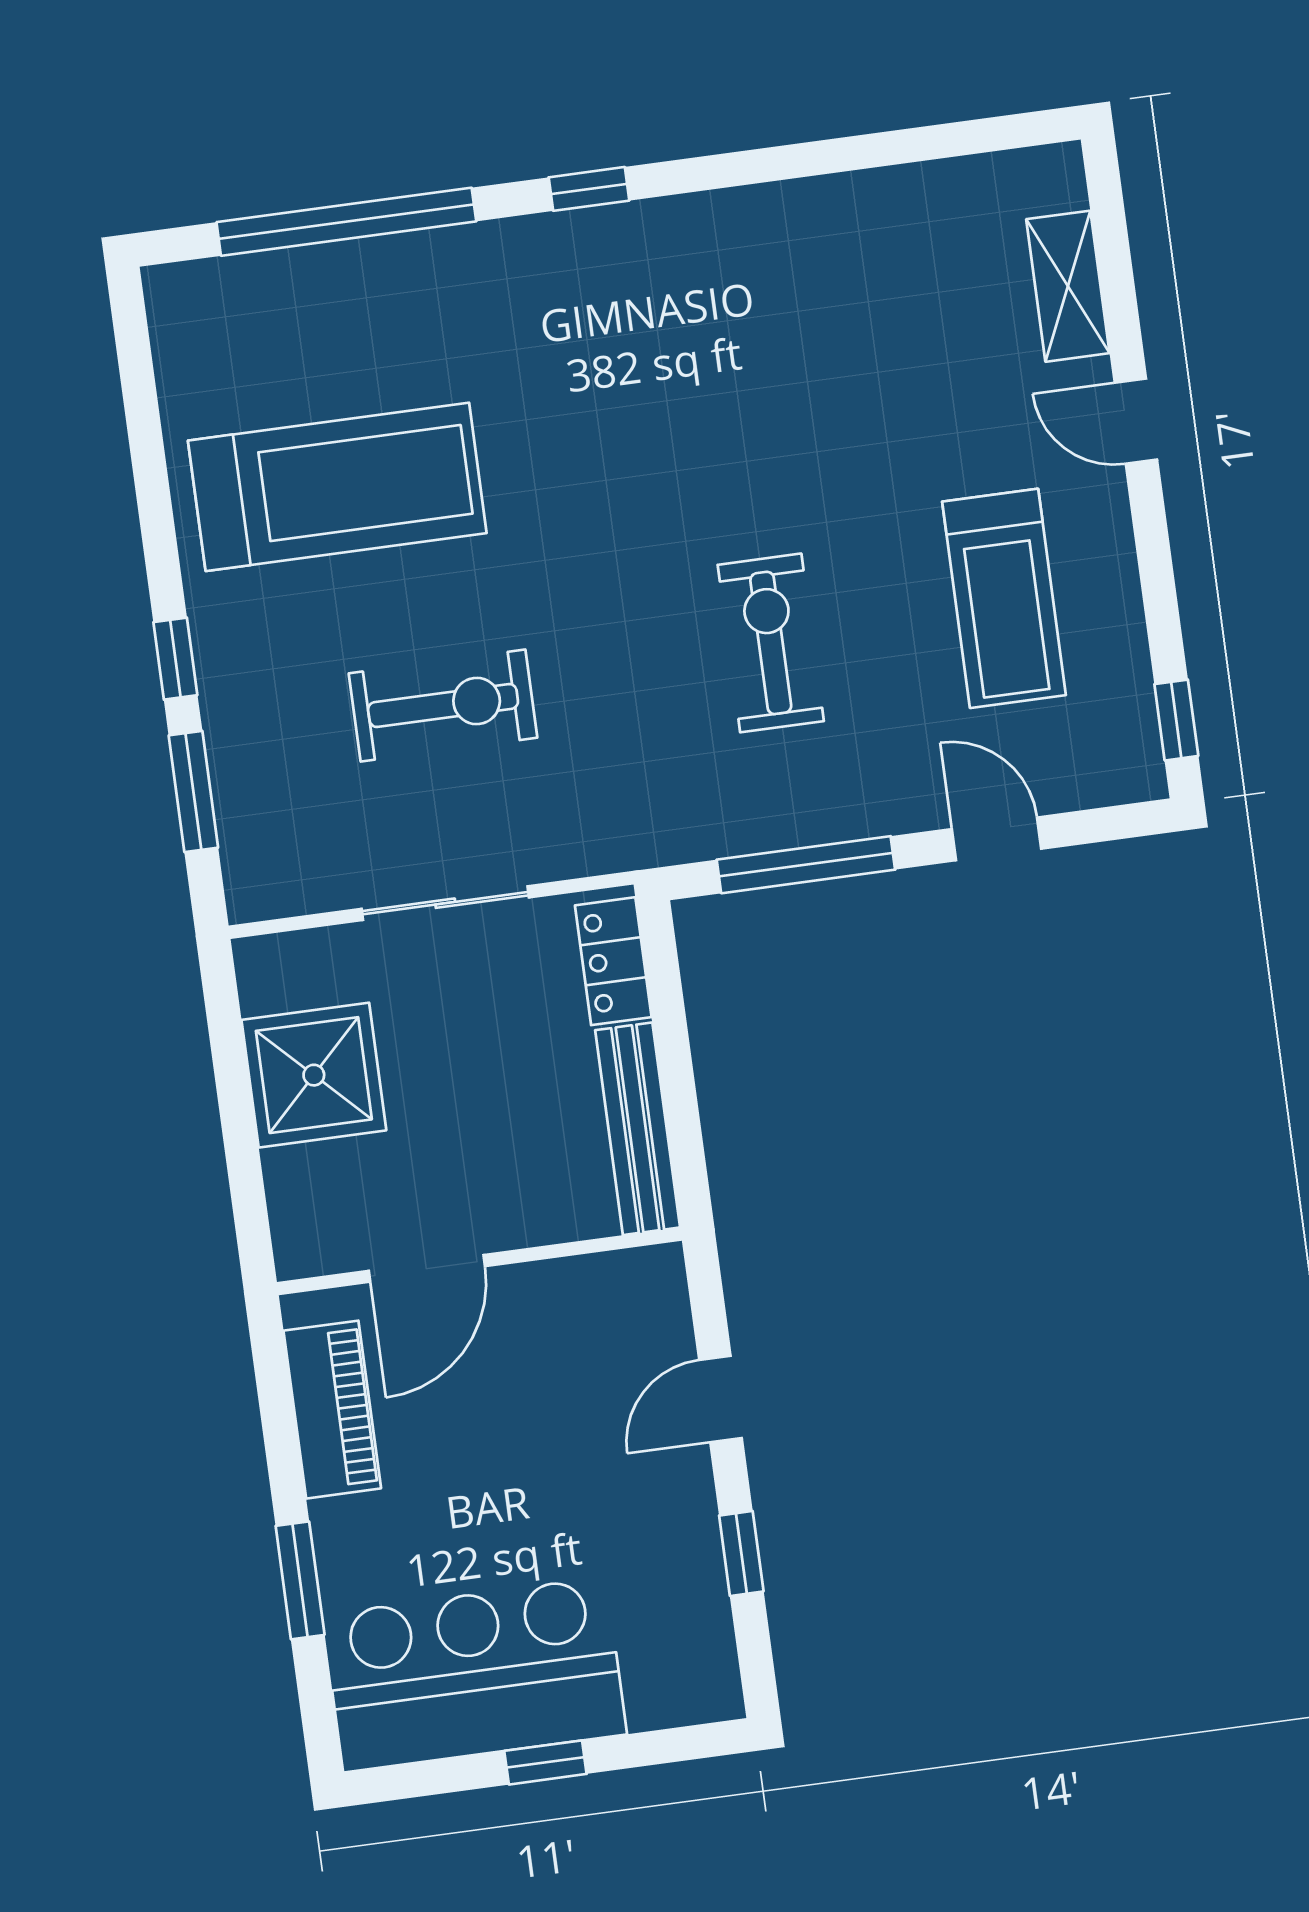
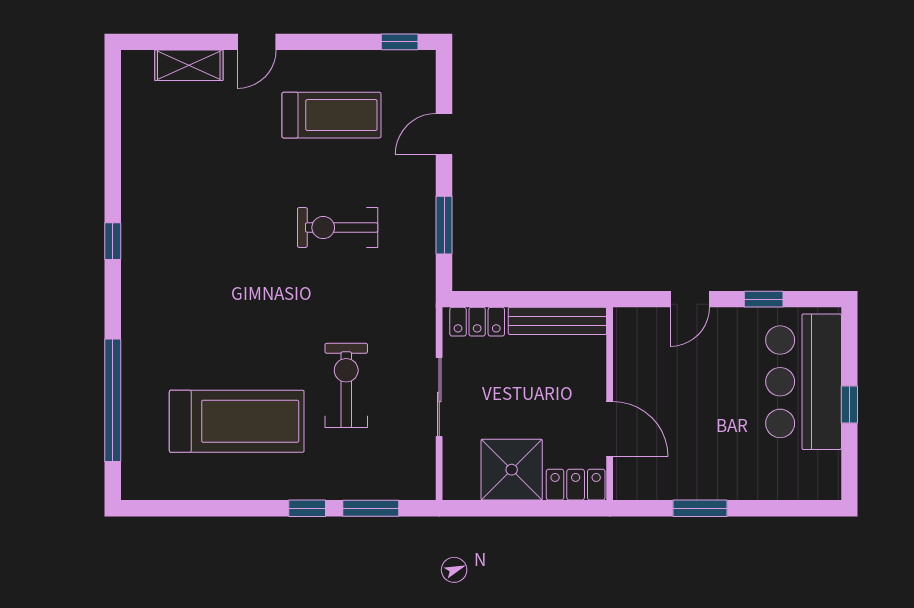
window: (589, 189) -> (113, 241), moved
treadmill: (337, 487) -> (237, 421), turned 90
window: (806, 865) -> (444, 225), width x0.69
locker: (301, 1213) -> (576, 485), added
door: (720, 1399) -> (690, 299), hinge flipped
piano: (332, 1410) -> (670, 482), removed
window: (300, 1580) -> (700, 508), moved
bar counter: (475, 1675) -> (804, 382), moved

